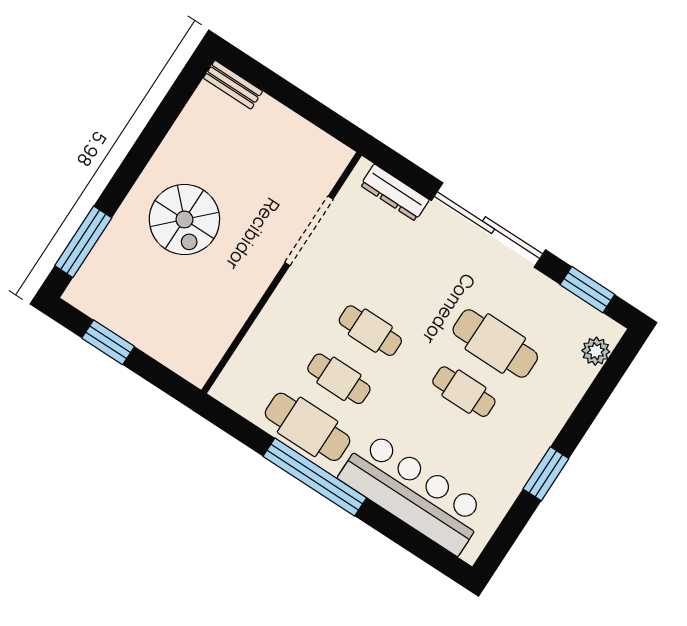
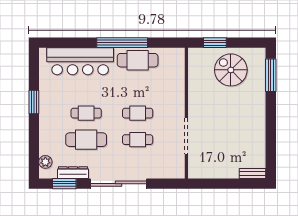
dresser: (395, 193) -> (73, 173), moved
spiral stairs: (184, 219) -> (231, 70), moved
window: (108, 342) -> (215, 43), moved
cafe table: (339, 379) -> (138, 140), moved

